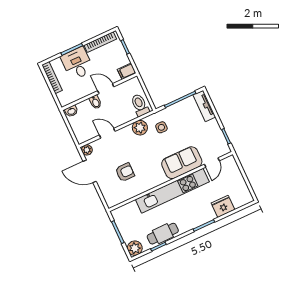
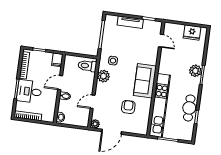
tv unit: (204, 106) -> (130, 22), moved
sofa: (182, 163) -> (145, 81), moved
kitchen unit: (172, 191) -> (160, 105), moved
fridge: (223, 206) -> (192, 33), moved, turned -90
plant: (135, 248) -> (195, 71), moved

